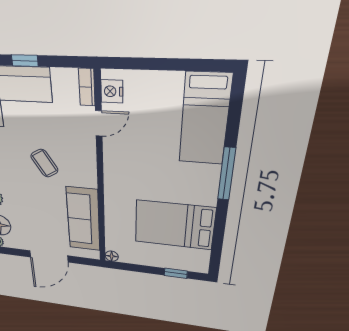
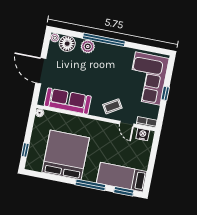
window: (235, 112) -> (124, 191), added
coffee table: (44, 163) -> (112, 106), moved
bed: (174, 225) -> (66, 155), width x1.36

